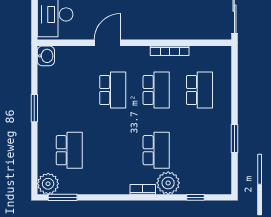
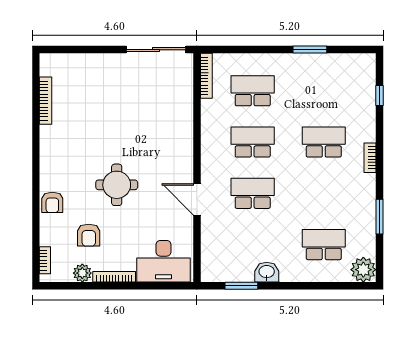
bookcase: (170, 51) -> (206, 76), moved
washbasin: (46, 56) -> (267, 272), moved
window: (34, 108) -> (241, 286), moved
plant: (168, 183) -> (362, 128), removed
window: (63, 197) -> (379, 217), moved

